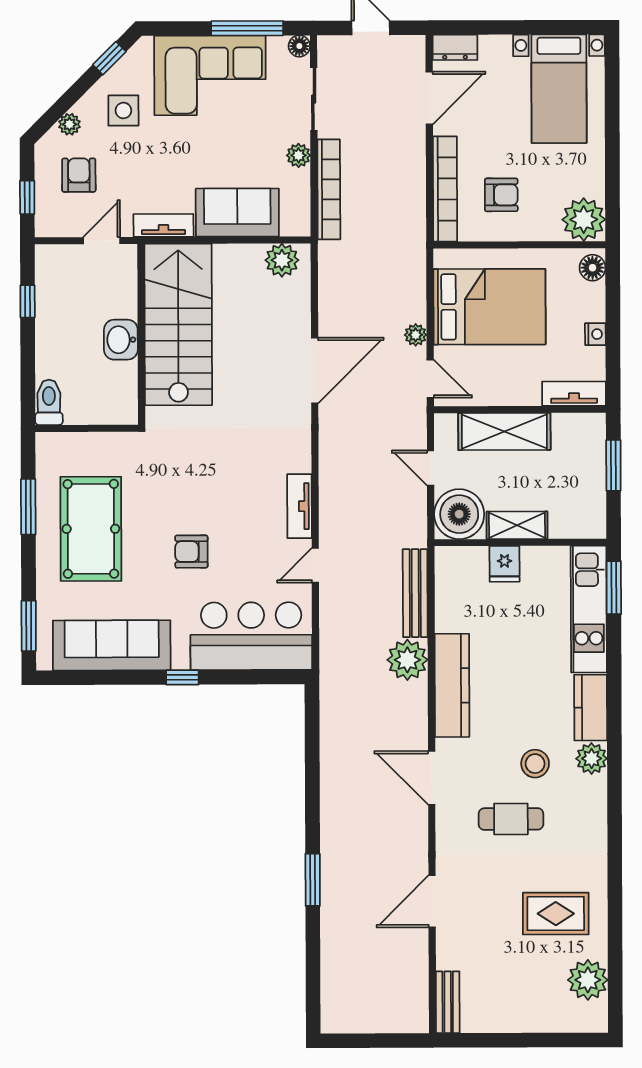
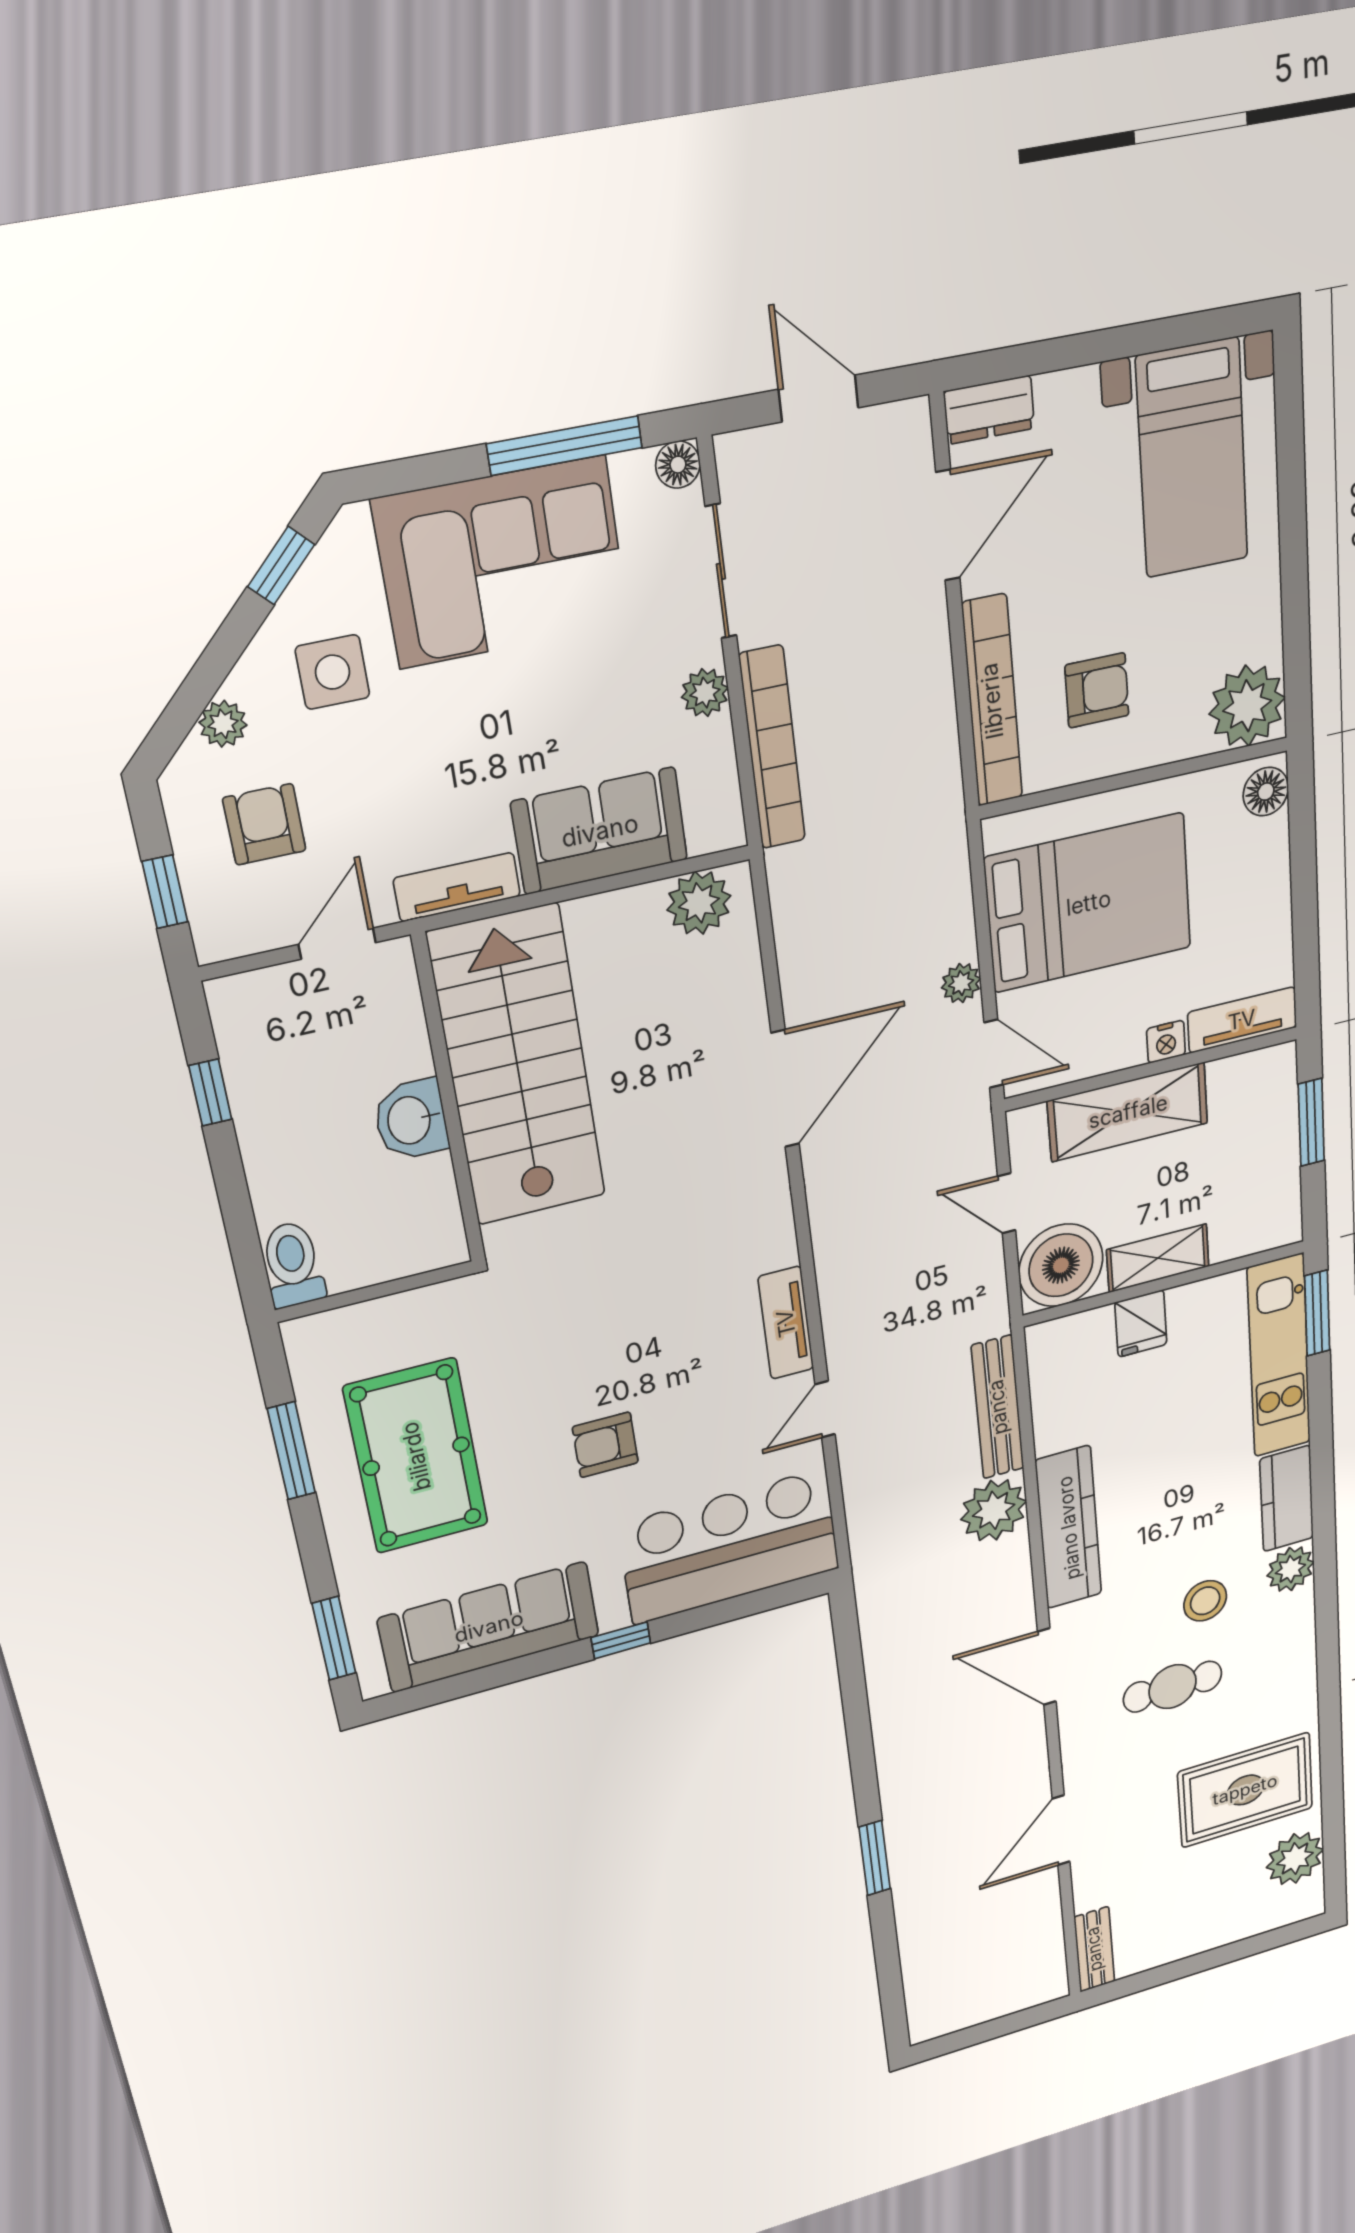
nightstand: (595, 334) -> (1166, 1042), moved, turned 90
rug: (556, 914) -> (1245, 1790), width x1.36, depth x1.43

